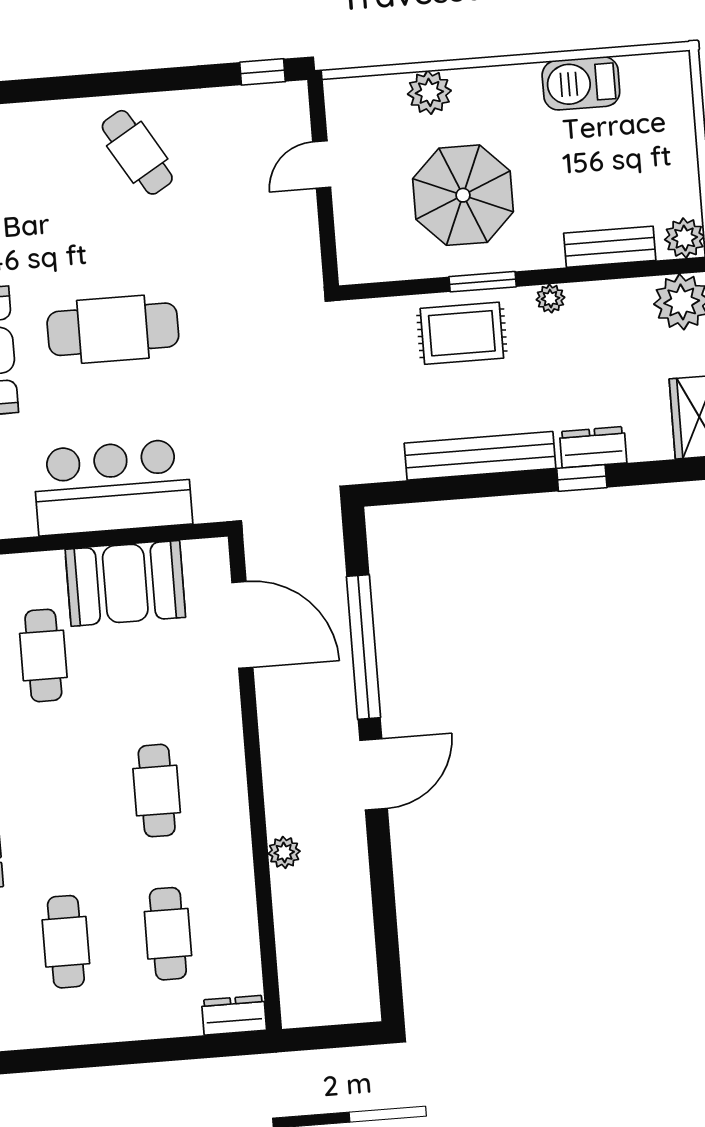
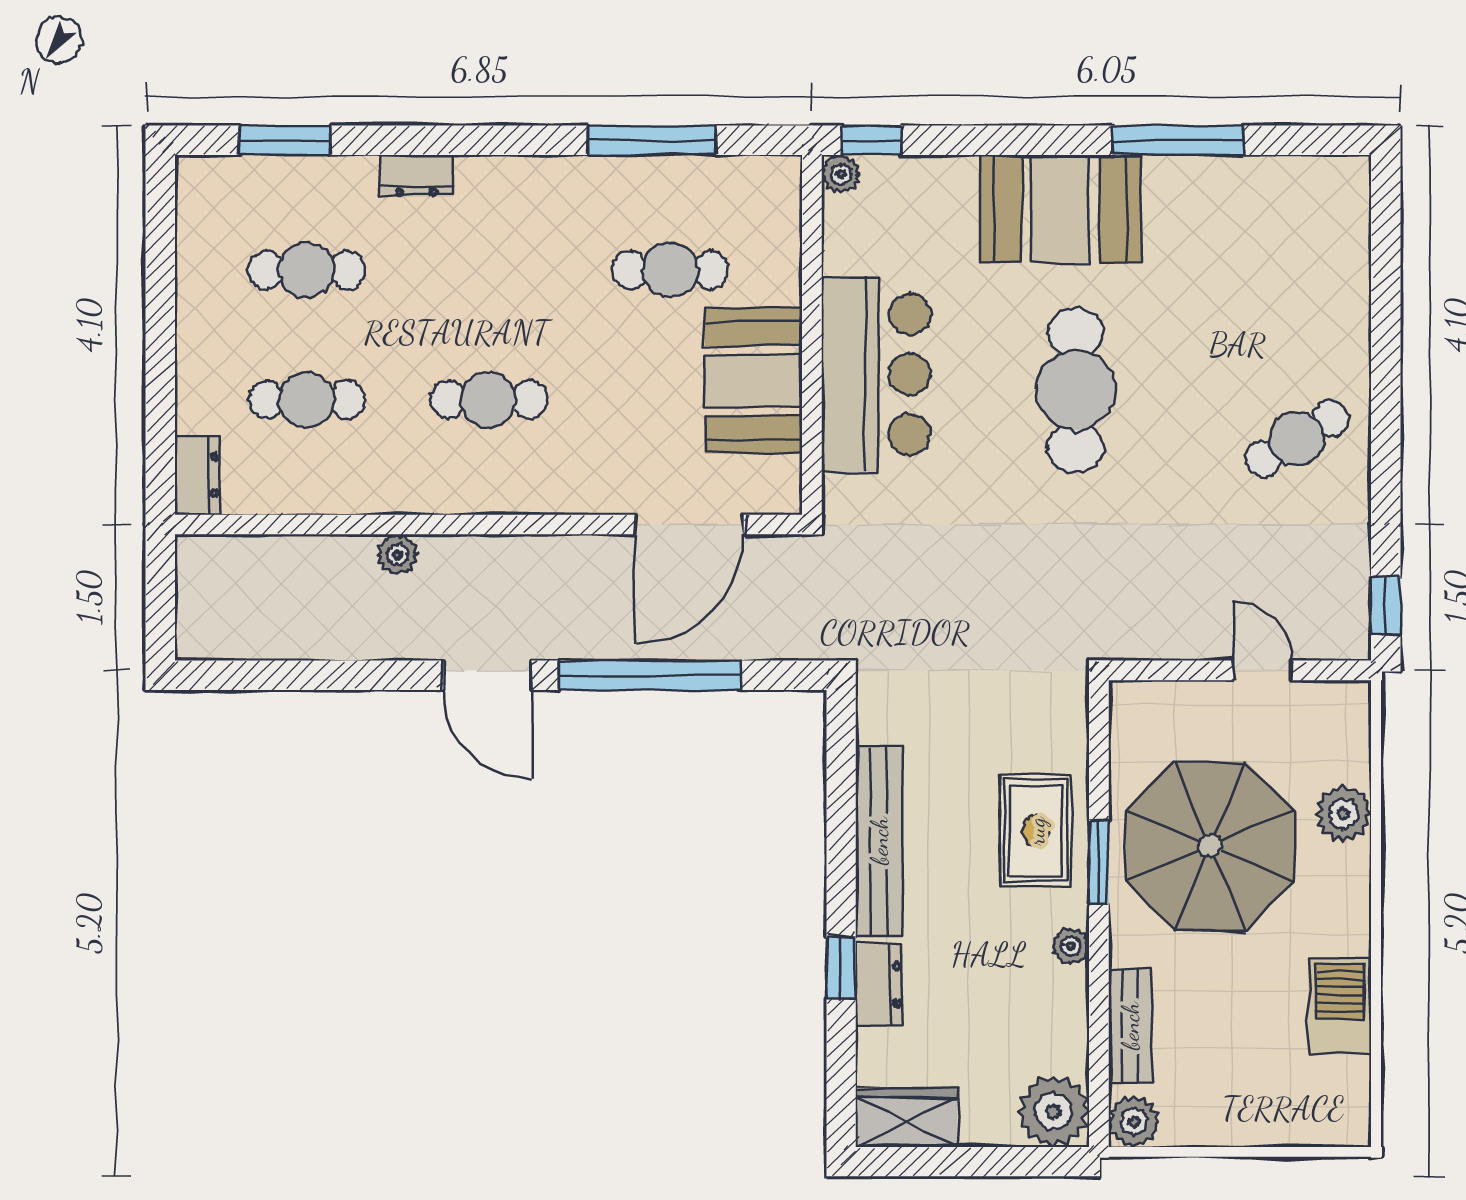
parasol: (463, 195) -> (1210, 846), width x1.36, depth x1.36

